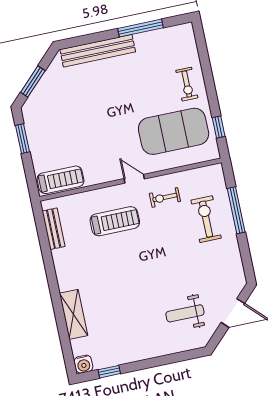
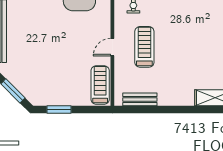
door: (134, 179) -> (112, 47), moved

